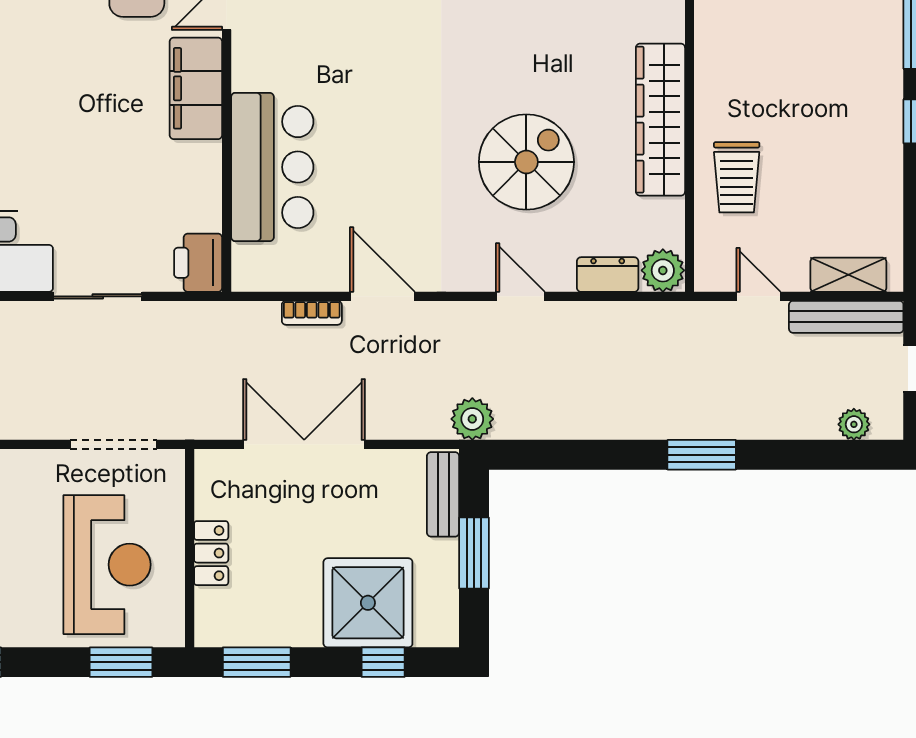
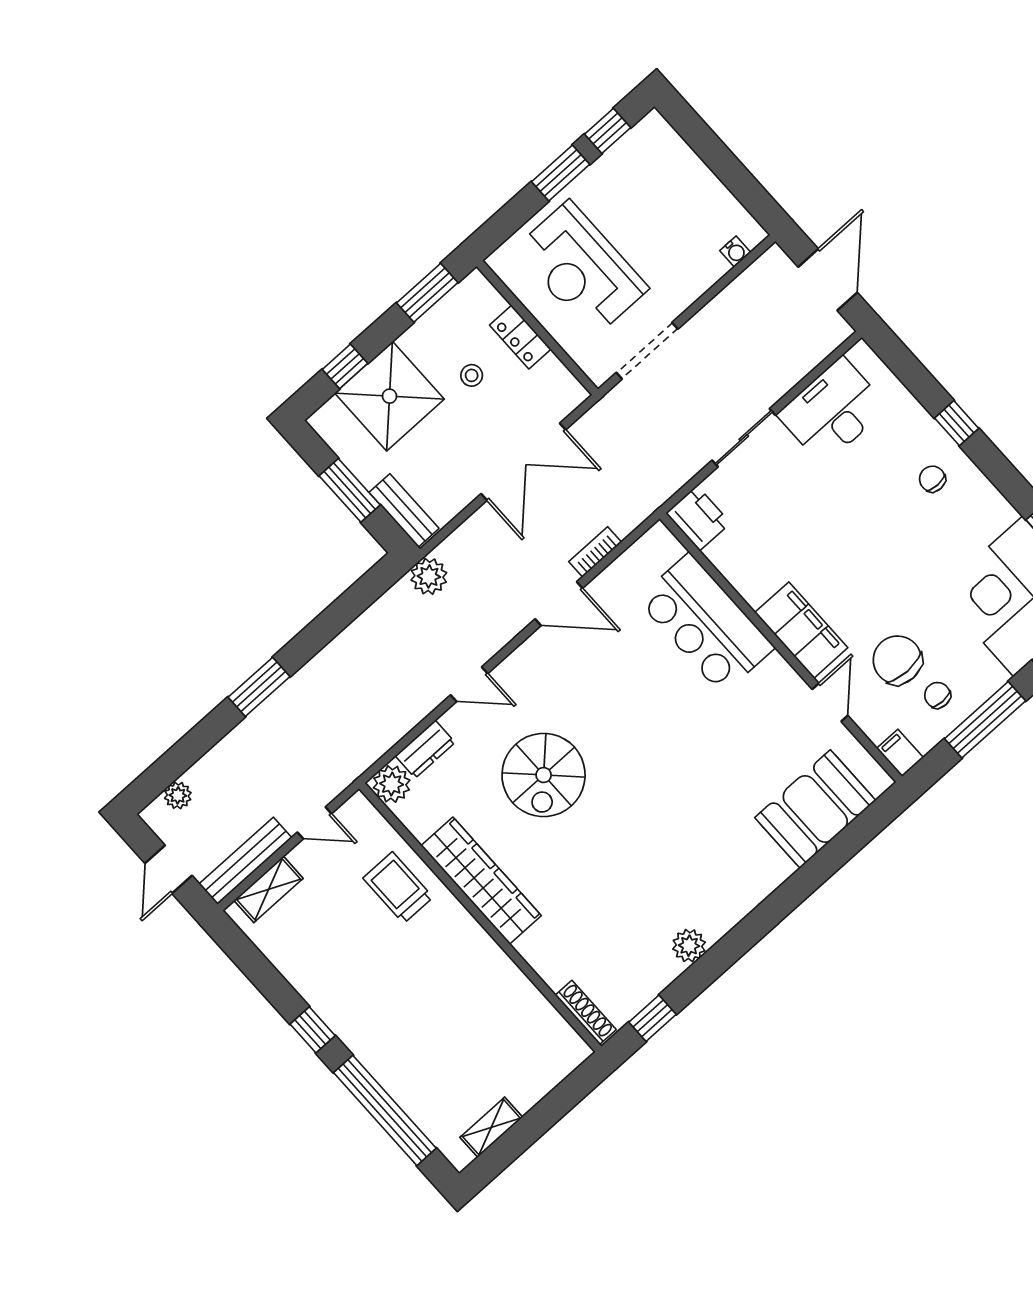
stool: (282, 558) -> (472, 375), added
window: (121, 662) -> (561, 173), moved

